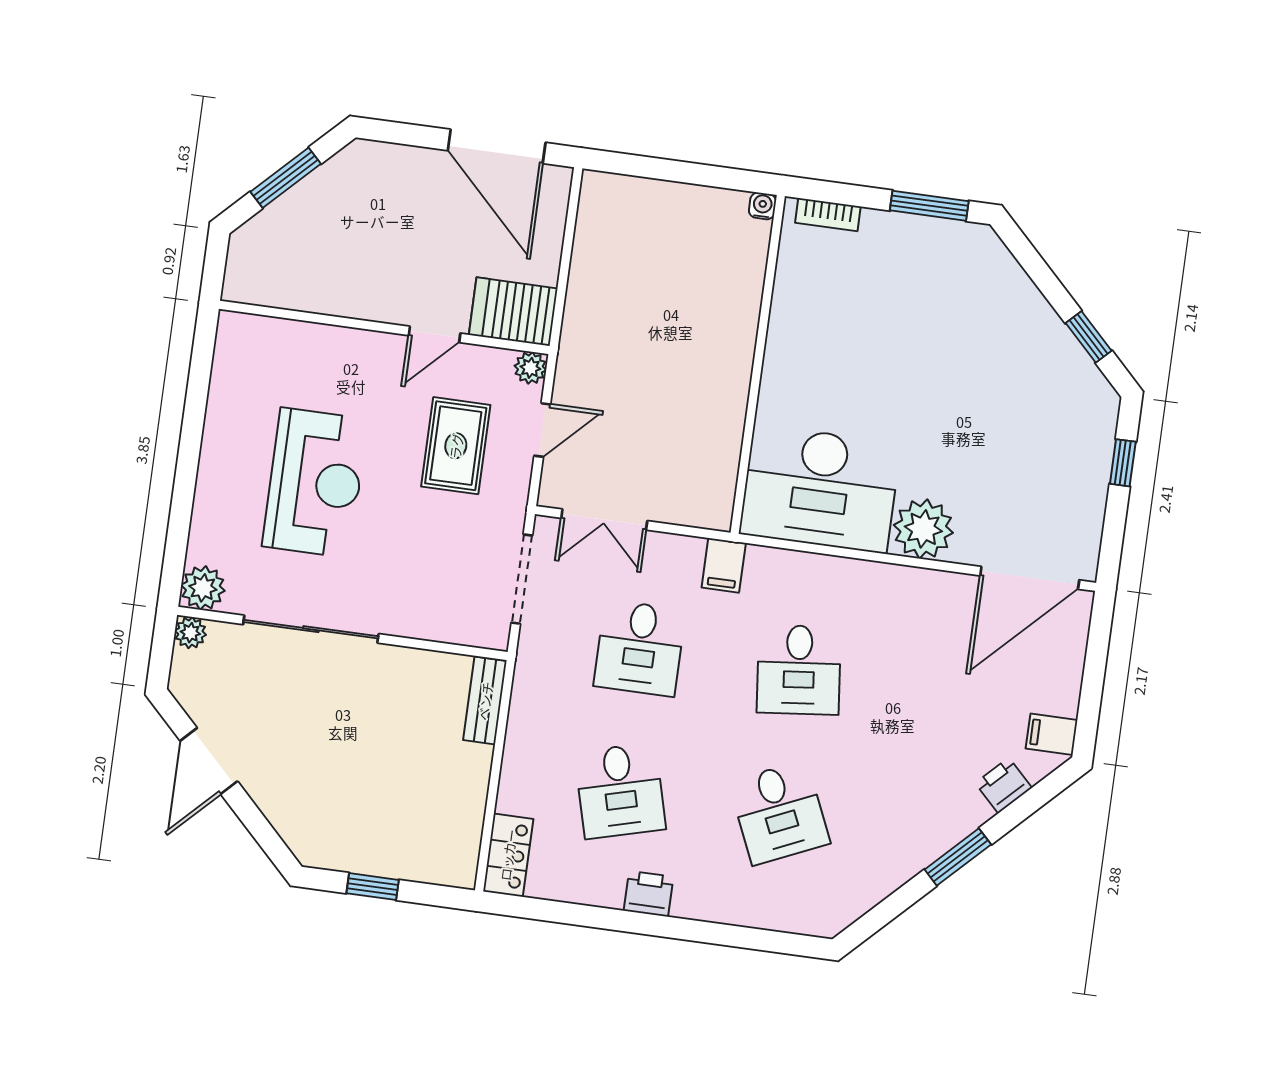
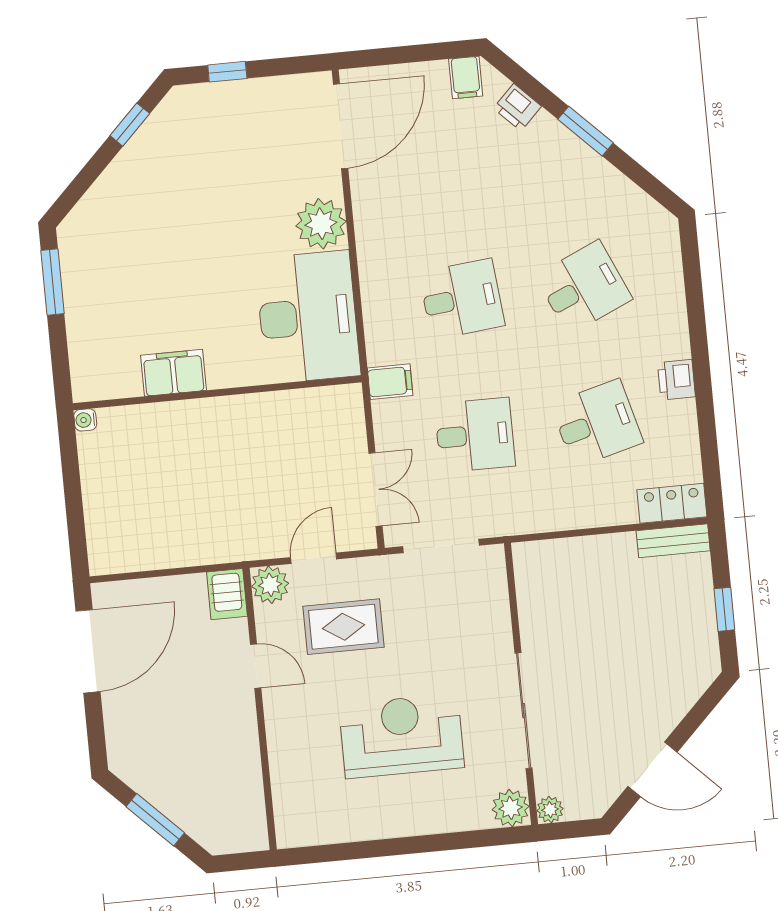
bookcase: (828, 215) -> (80, 364), removed
server rack: (513, 312) -> (227, 594), width x0.73, depth x0.70
filing cabinet: (792, 320) -> (173, 373), added
plant: (530, 368) -> (270, 585), width x1.38, depth x1.38
door: (542, 430) -> (314, 558), hinge flipped
door: (1030, 578) -> (341, 126), hinge flipped
bench: (485, 701) -> (673, 541), moved

